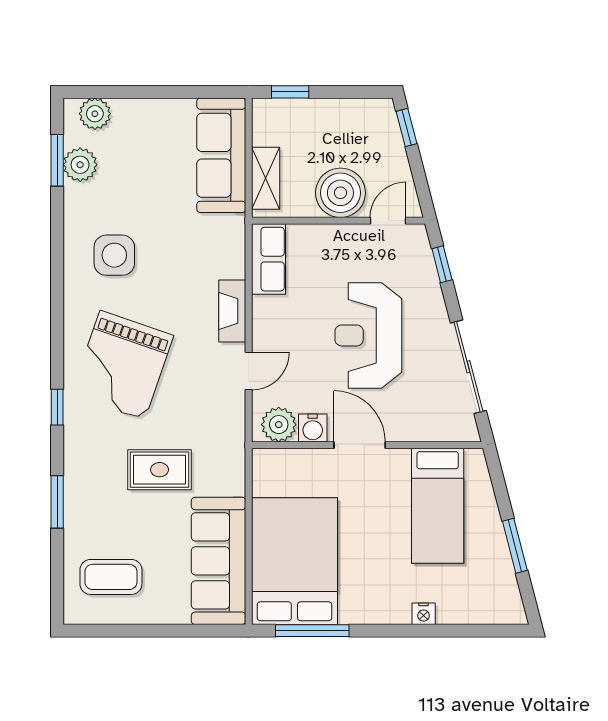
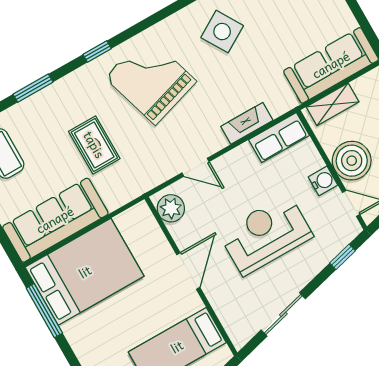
side table: (114, 255) -> (222, 32), turned -31
fireplace: (232, 311) -> (247, 123), moved
grand piano: (122, 365) -> (151, 80), turned 54
sliding door: (468, 367) -> (283, 314), width x0.73
water cooler: (313, 428) -> (323, 181), moved, turned 180

